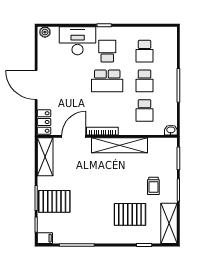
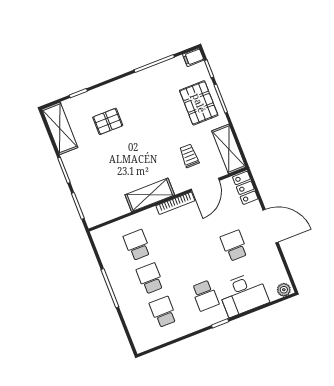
school desk: (107, 81) -> (234, 246), moved, width x0.54
washbasin: (171, 130) -> (99, 234), removed
shelving: (120, 145) -> (150, 195), width x0.68
trolley: (153, 186) -> (189, 156), moved
pallet: (54, 201) -> (199, 103), turned 90
pallet: (130, 214) -> (108, 121), width x0.67, depth x0.71

